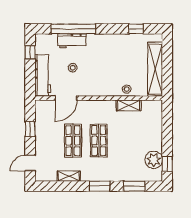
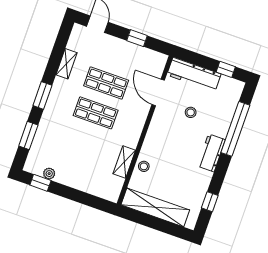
workbench: (72, 41) -> (211, 153), moved
plant: (154, 160) -> (49, 174), width x0.53, depth x0.53

